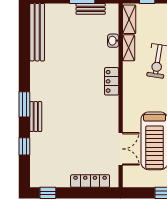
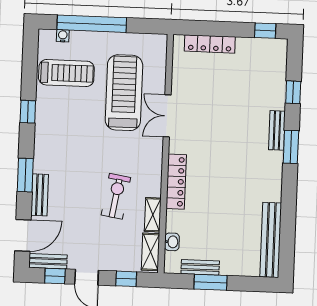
washbasin: (113, 41) -> (172, 242), moved
locker: (112, 81) -> (176, 182), width x1.53
double door: (121, 149) -> (167, 116), moved

